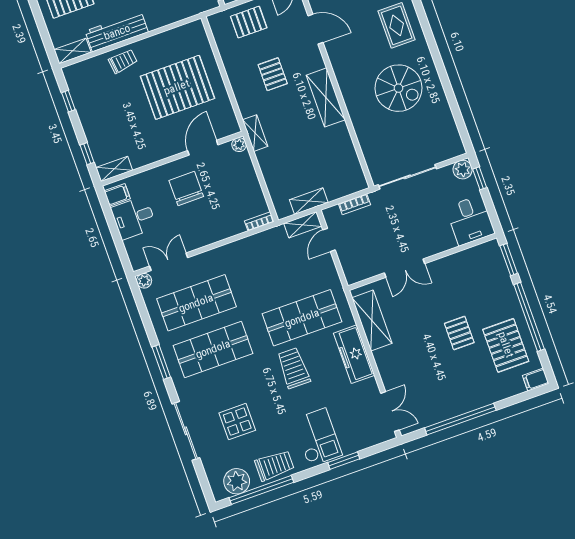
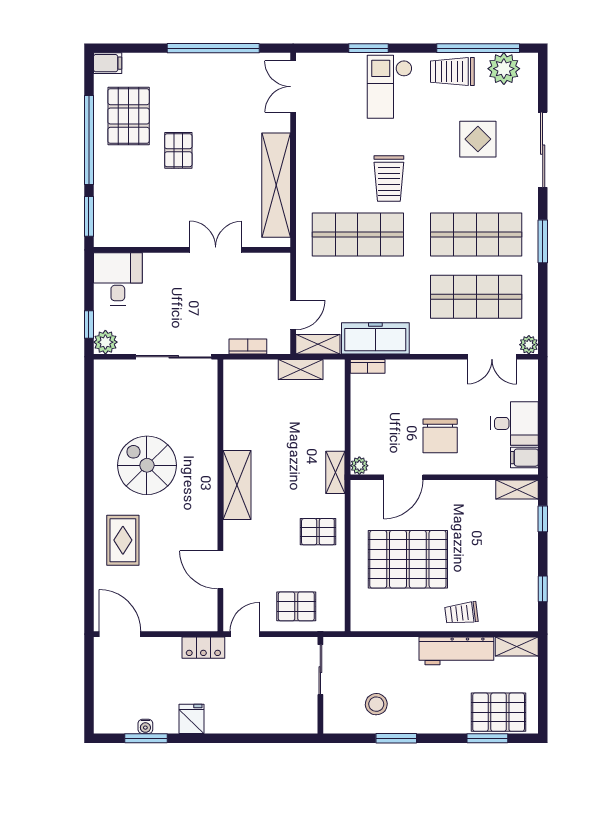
pallet: (273, 74) -> (318, 532), moved, turned 90
shelving: (372, 320) -> (276, 185), width x1.47
freezer: (354, 354) -> (375, 338), moved, turned -90

